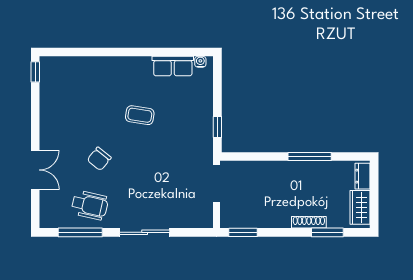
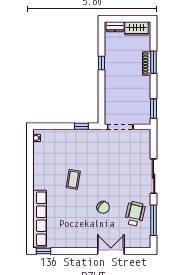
row of seats: (173, 66) -> (40, 219), moved, width x2.02
window: (310, 156) -> (102, 63), width x0.46
window: (327, 232) -> (154, 62), moved

